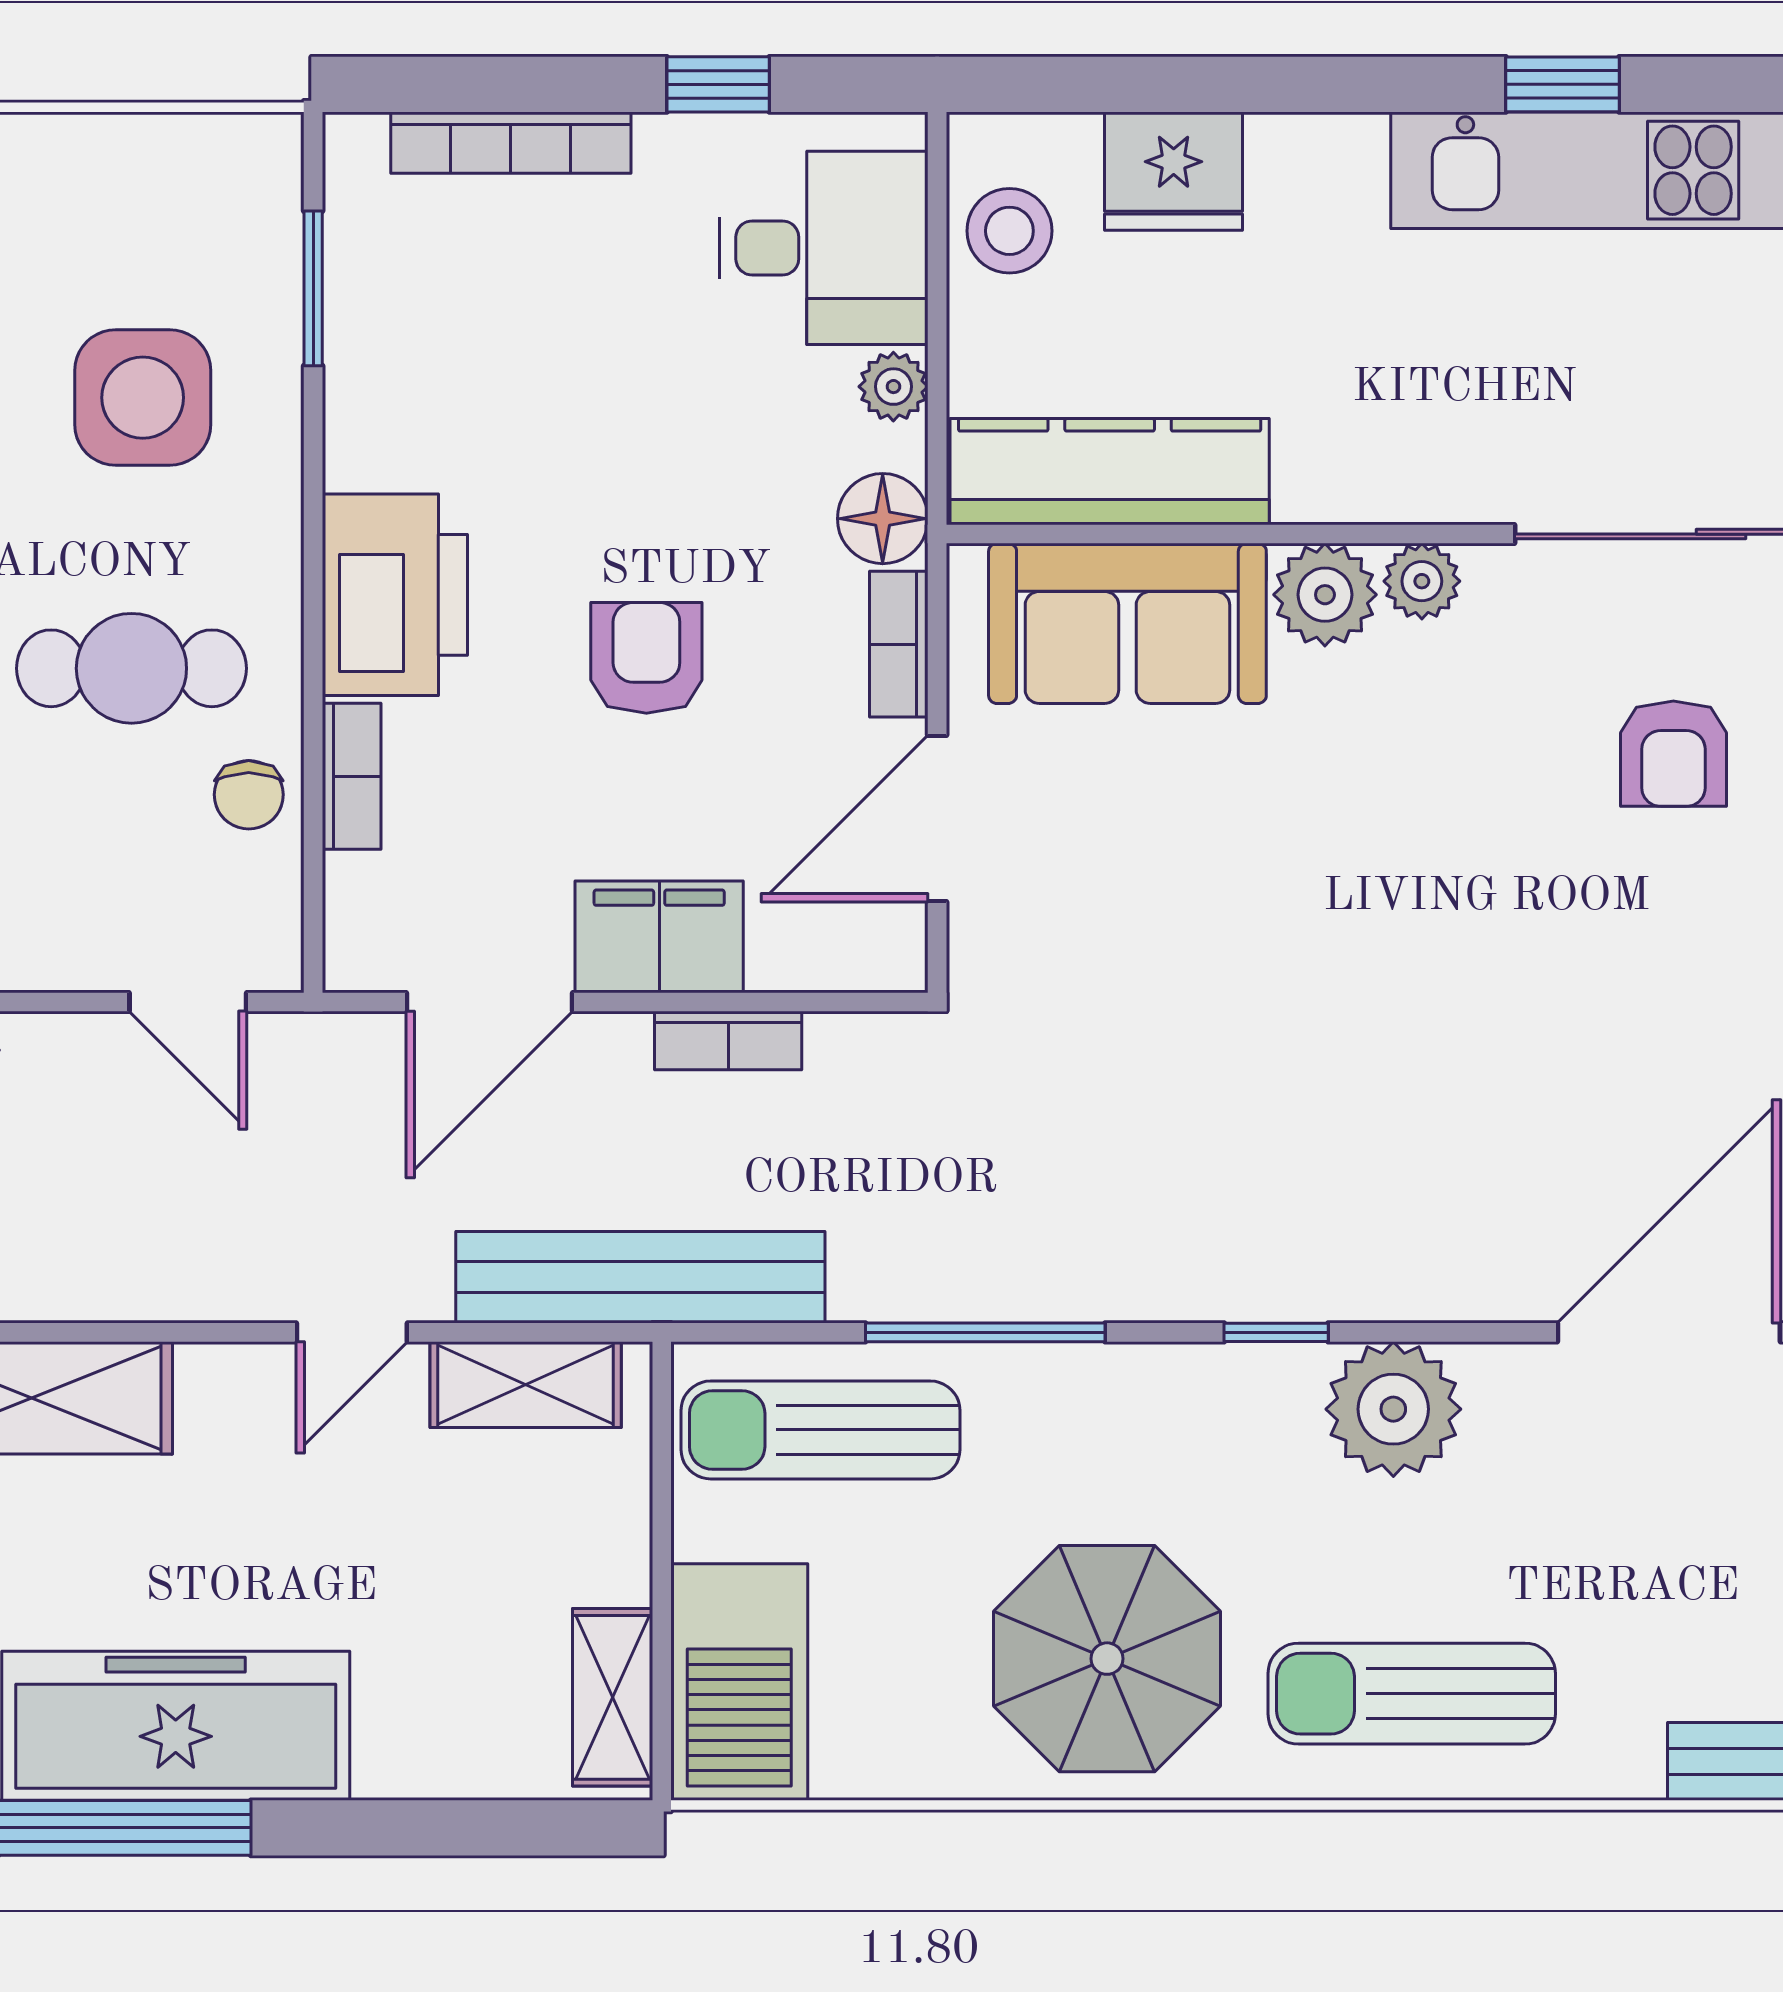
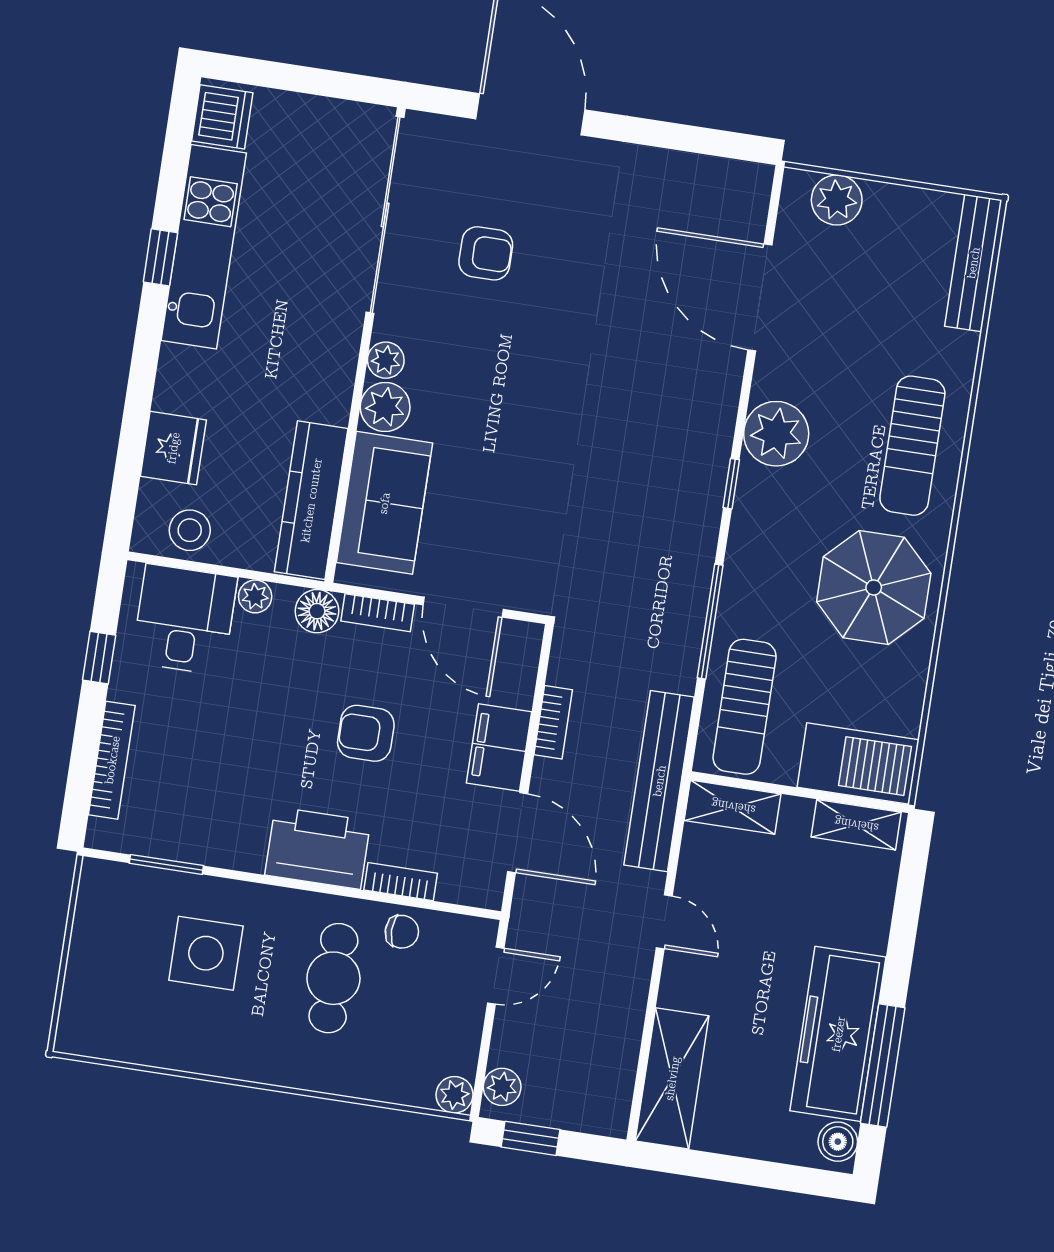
shelving: (526, 1385) -> (733, 807), moved, turned 90

